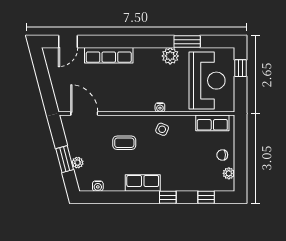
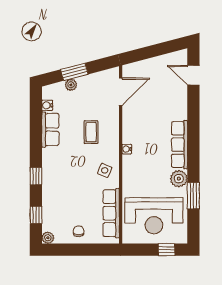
row of seats: (109, 55) -> (180, 145), moved
water cooler: (160, 107) -> (127, 149), moved
row of seats: (212, 123) -> (111, 213), width x1.48
plant: (229, 173) -> (48, 238), moved
row of seats: (143, 183) -> (50, 130), moved

